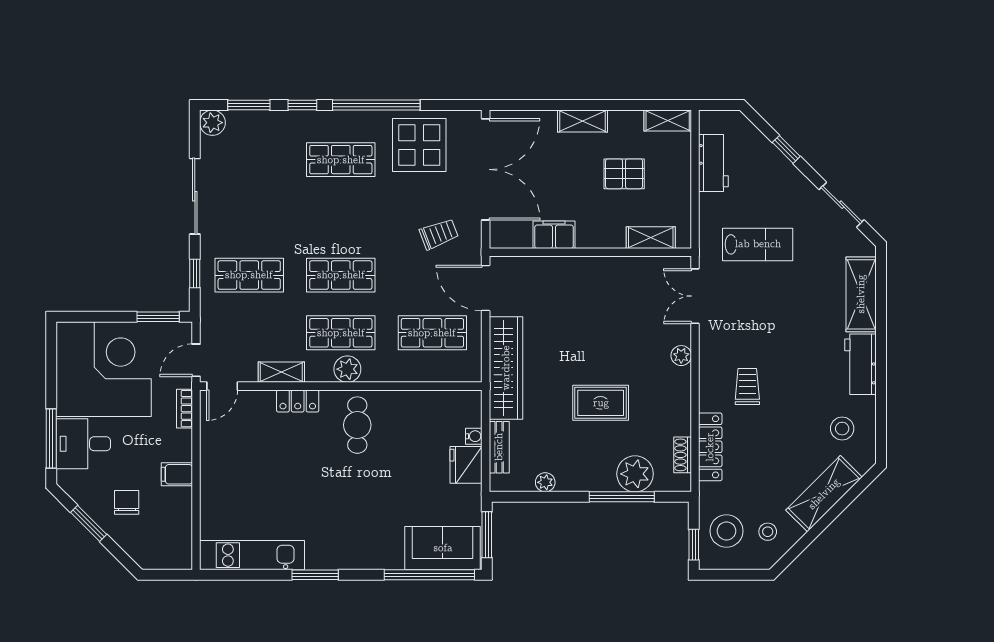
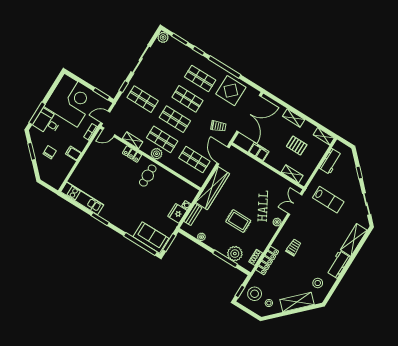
shop shelf: (341, 217) -> (187, 99), added

